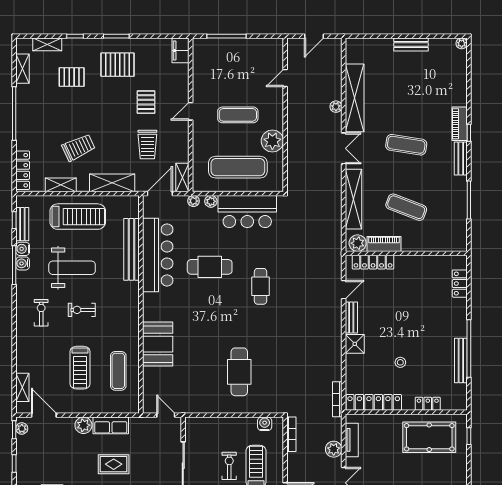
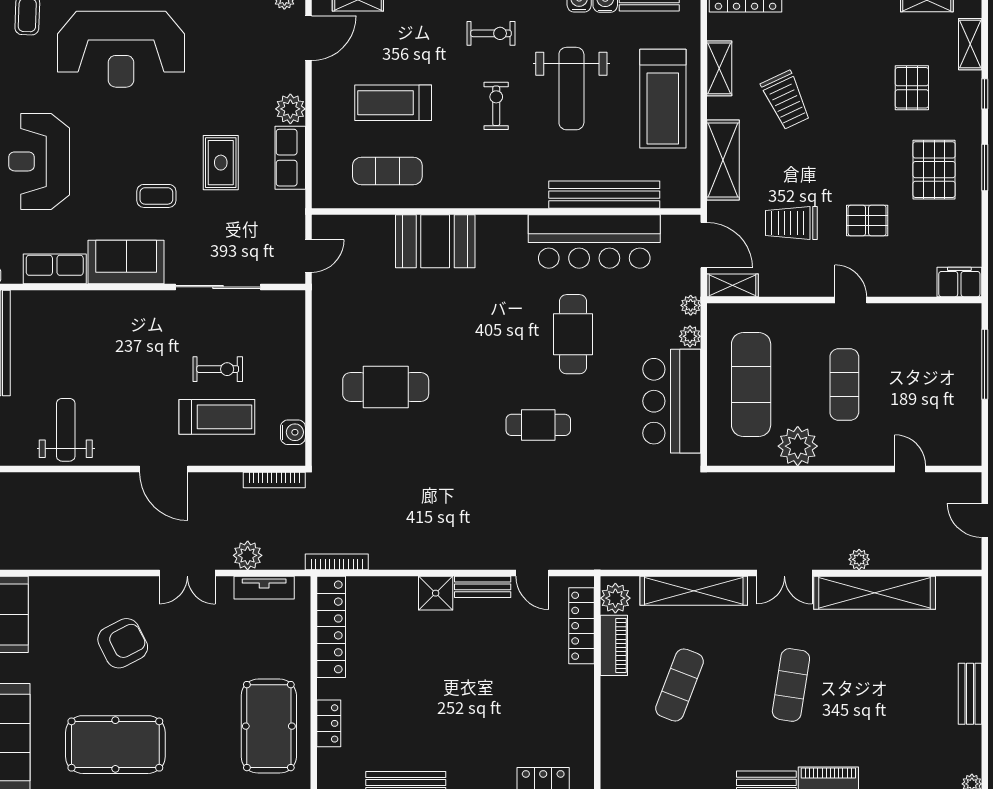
stool: (400, 362) -> (403, 675), removed

